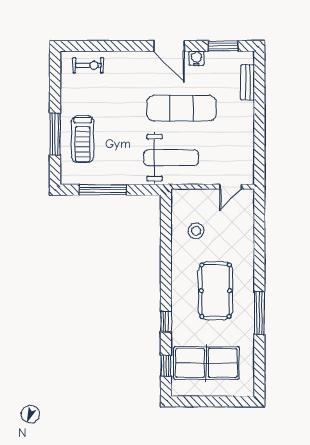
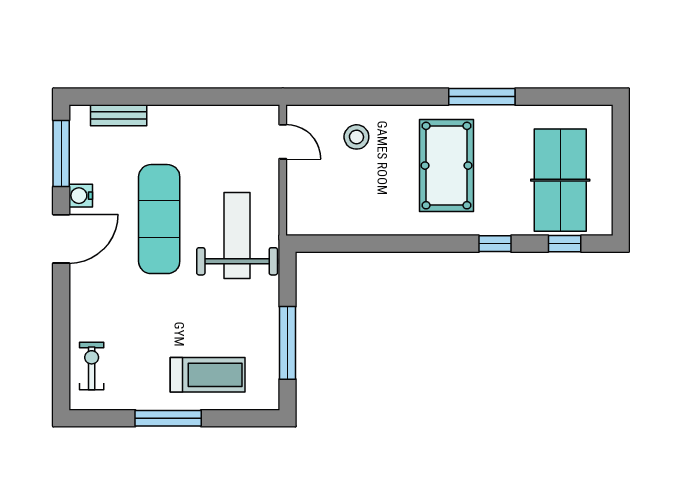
window: (223, 46) -> (61, 153), width x1.44
window: (55, 134) -> (168, 418), moved
stool: (196, 231) -> (356, 137), moved
pool table: (216, 291) -> (446, 166), turned 90

